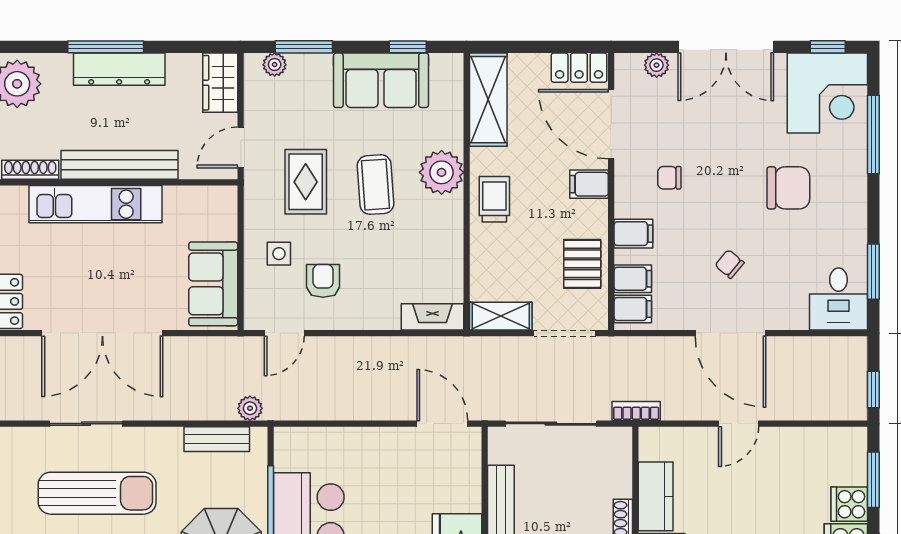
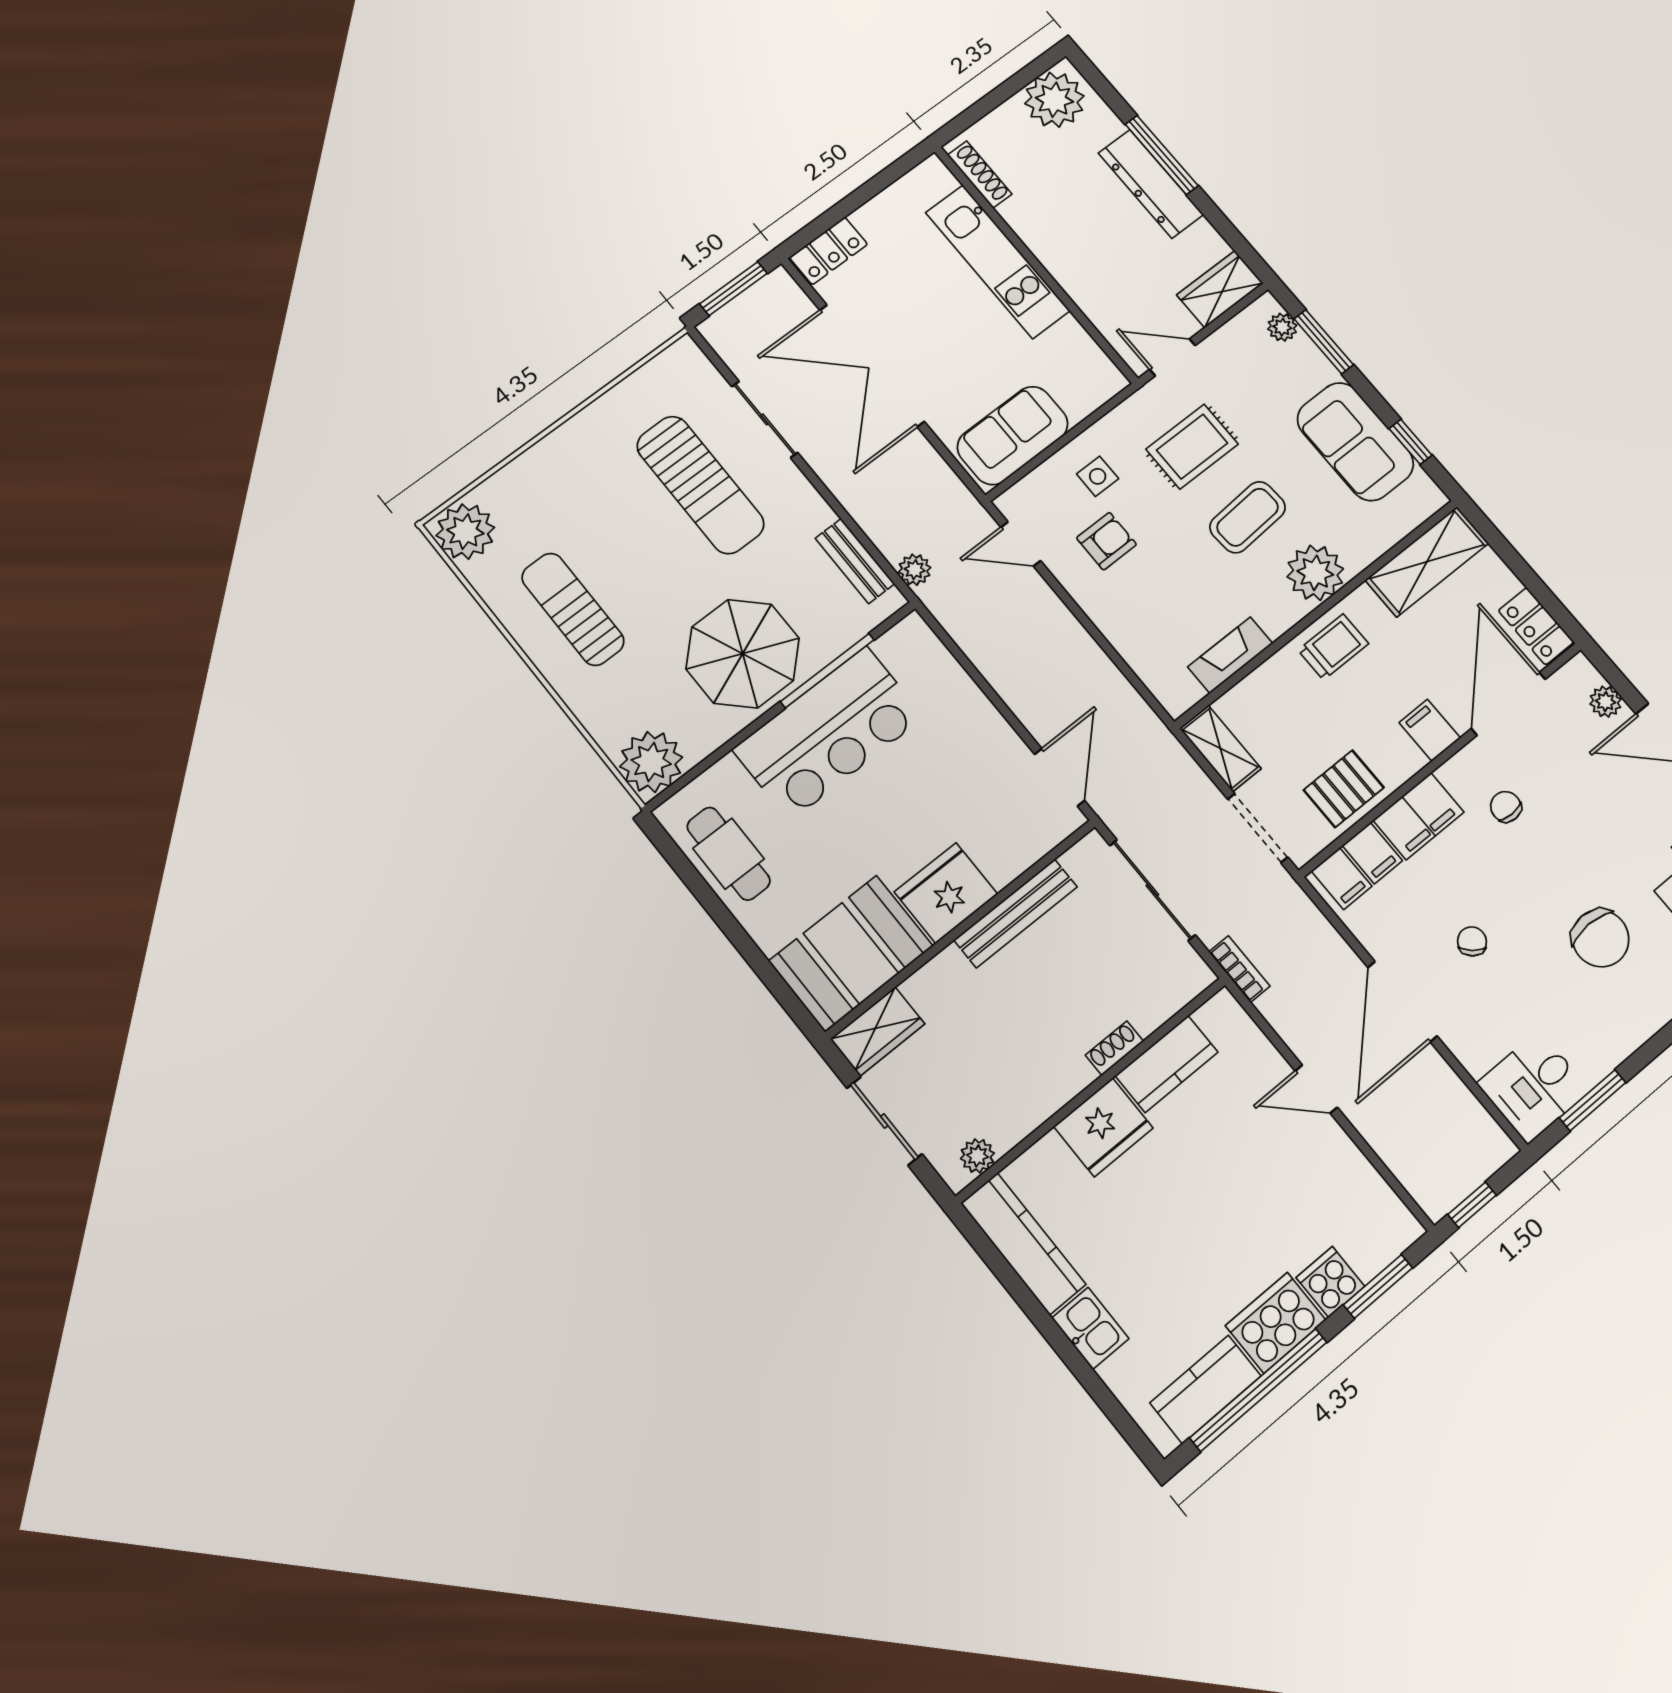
bench: (120, 165) -> (1056, 255), removed
filing cabinet: (633, 234) -> (1419, 816), width x2.00
fireplace: (433, 317) -> (1230, 655), moved, turned -90

